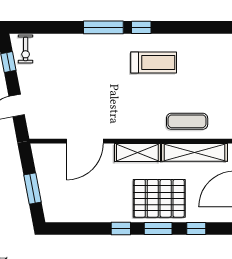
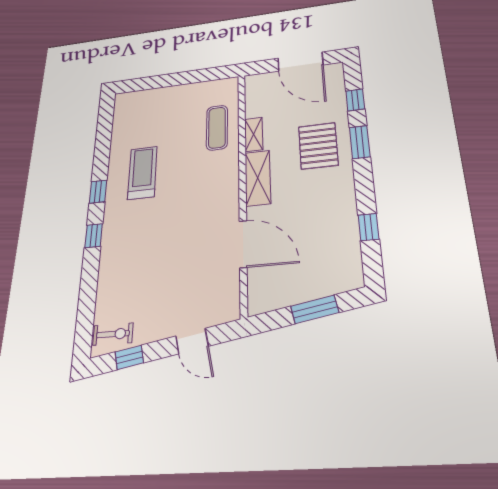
window: (103, 27) -> (94, 236), width x0.46
shelving: (194, 152) -> (254, 134), width x0.45, depth x0.75
pallet: (159, 198) -> (318, 146), width x0.73, depth x0.71
window: (121, 229) -> (368, 227), moved

